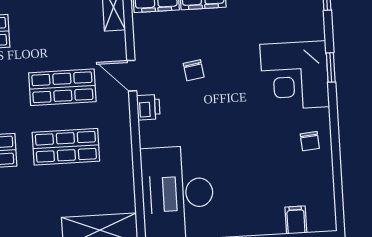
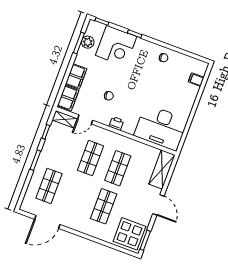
door: (132, 76) -> (85, 119), moved
corner desk: (295, 76) -> (116, 46), moved

